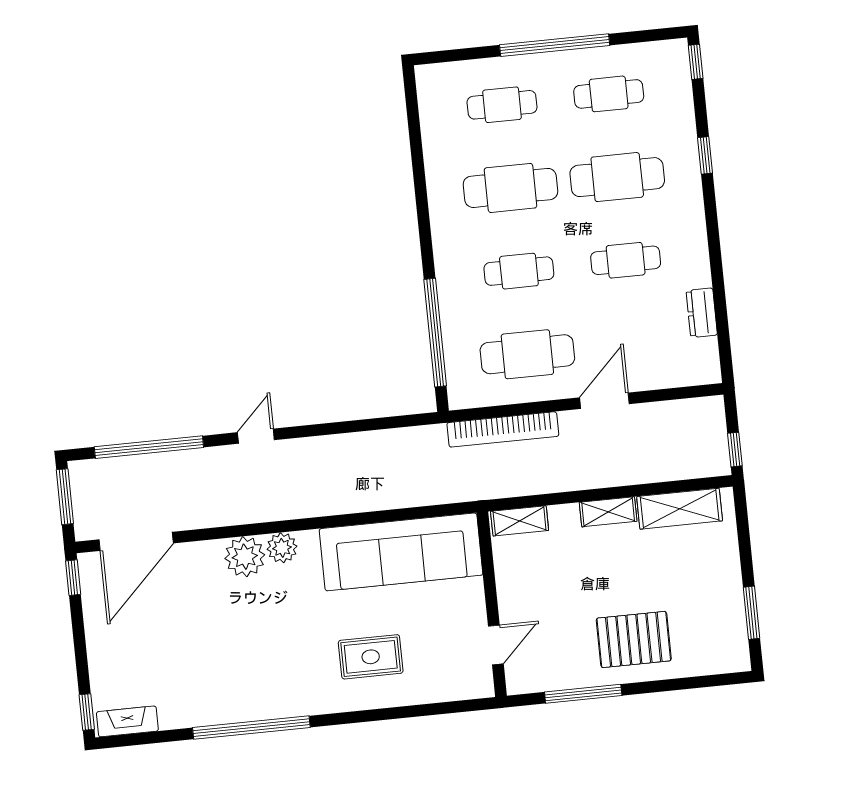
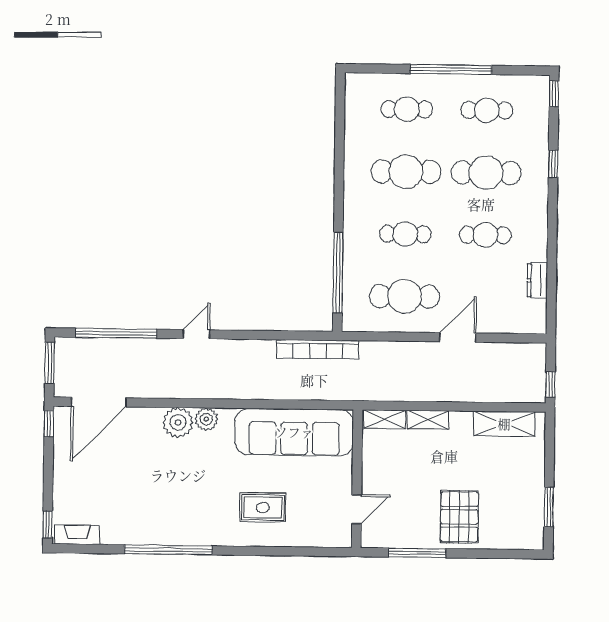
bookcase: (503, 429) -> (318, 349), moved
shelving: (608, 512) -> (428, 420), moved
pallet: (634, 639) -> (459, 517), turned 90

